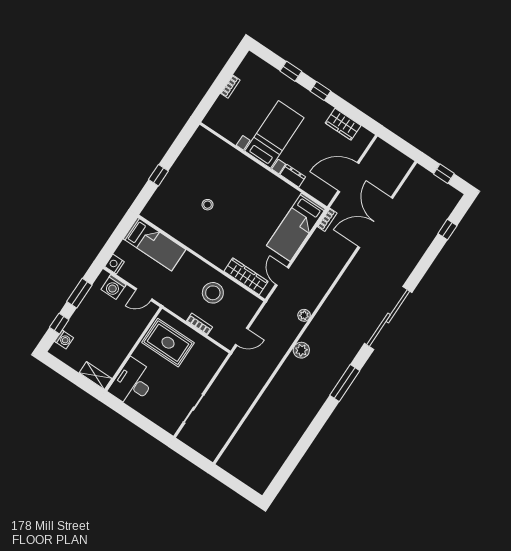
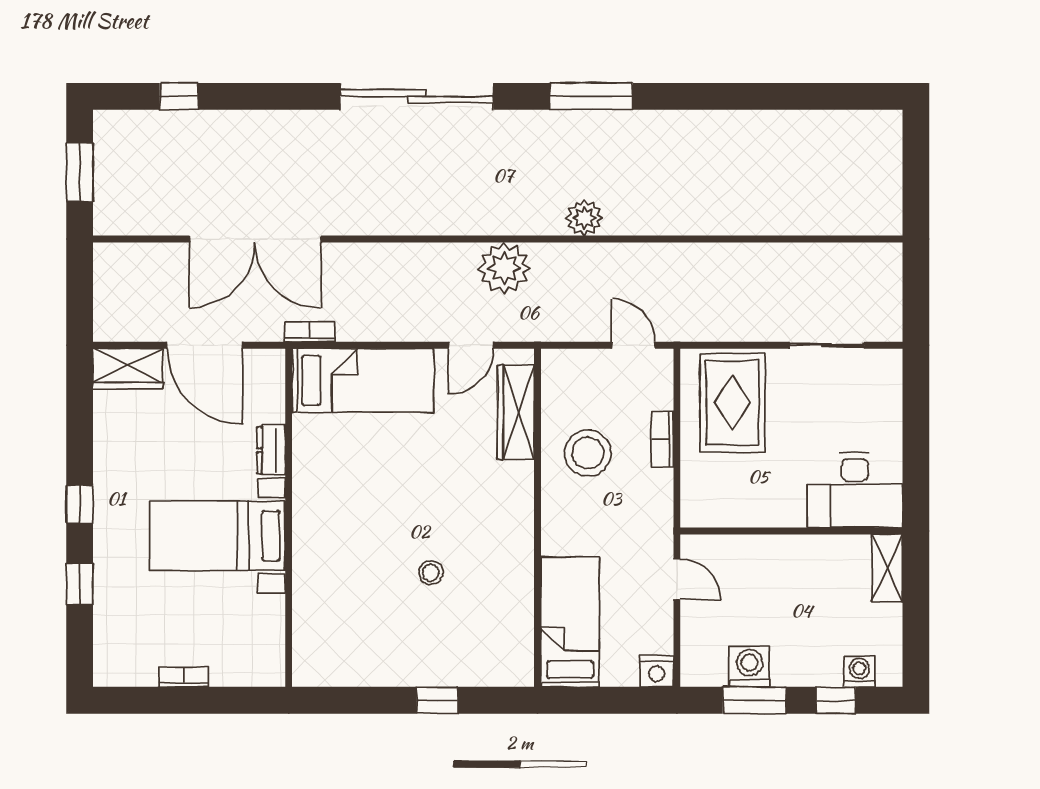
wardrobe: (343, 124) -> (128, 369), moved, turned 90
window: (444, 174) -> (80, 172), width x1.50
washing machine: (113, 287) -> (750, 667), moved, turned -90
plant: (304, 315) -> (504, 268), width x1.88, depth x1.88
rug: (168, 343) -> (732, 403), moved

